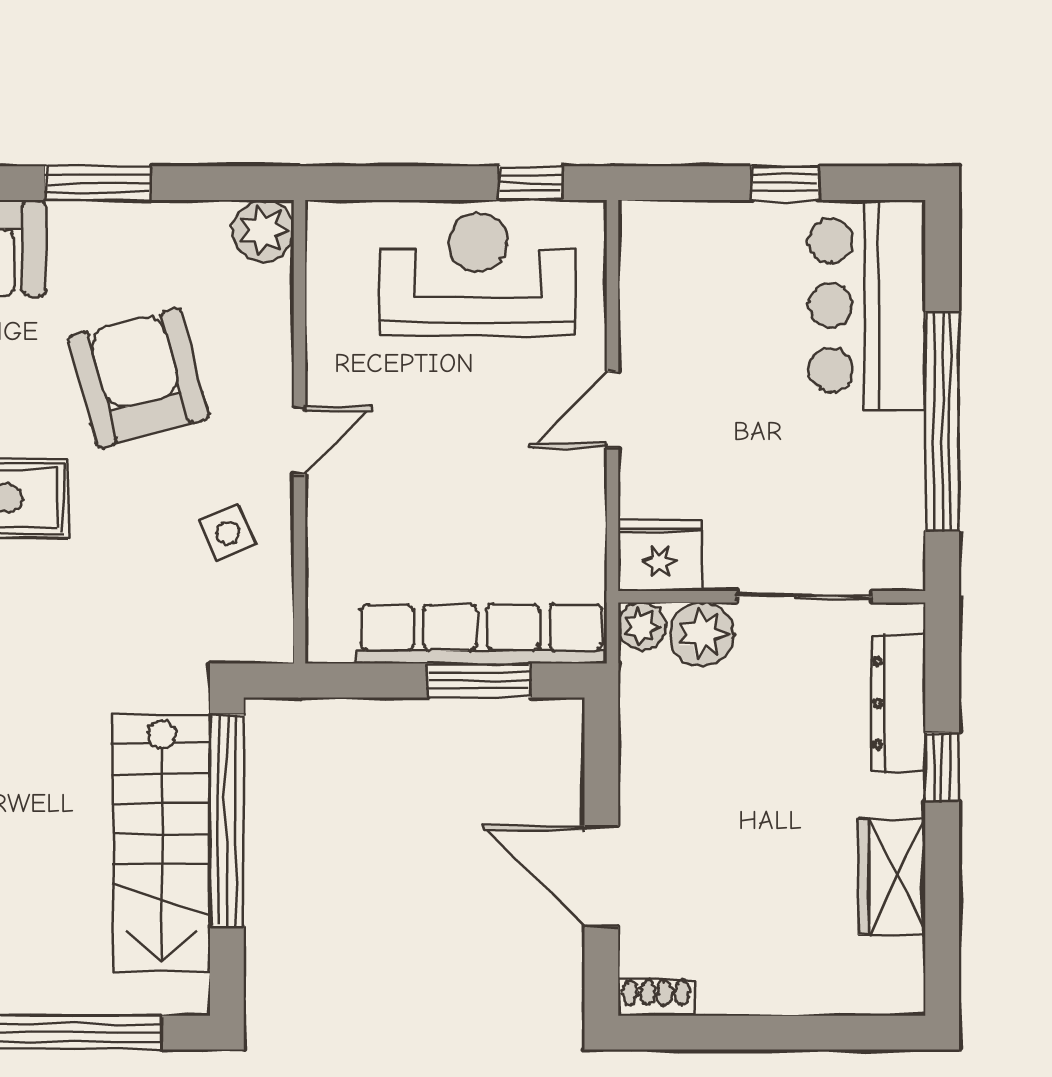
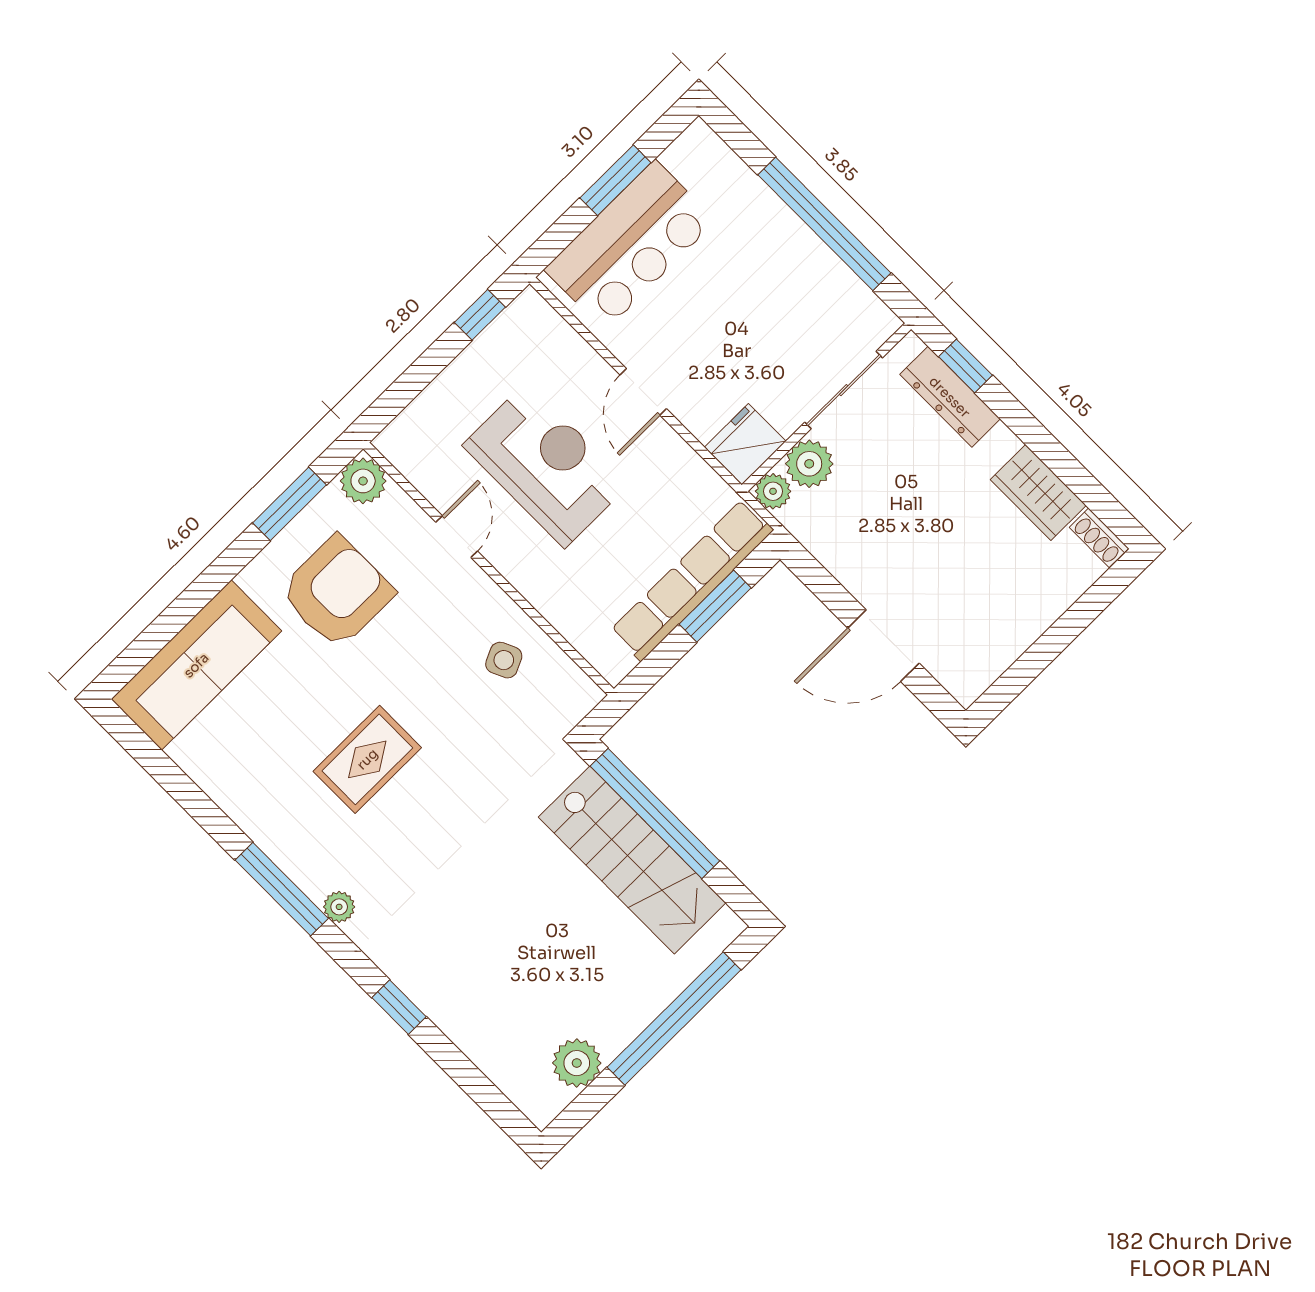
window: (98, 183) -> (289, 504), moved
window: (785, 183) -> (615, 180), width x1.50
reception desk: (478, 274) -> (546, 465), moved, turned 90
bar counter: (867, 305) -> (630, 245), moved, turned -90
armchair: (139, 378) -> (337, 592), moved, turned 105
door: (300, 441) -> (457, 537), moved
window: (942, 767) -> (965, 366), moved
shoe rack: (656, 997) -> (1099, 538), moved, turned -90

